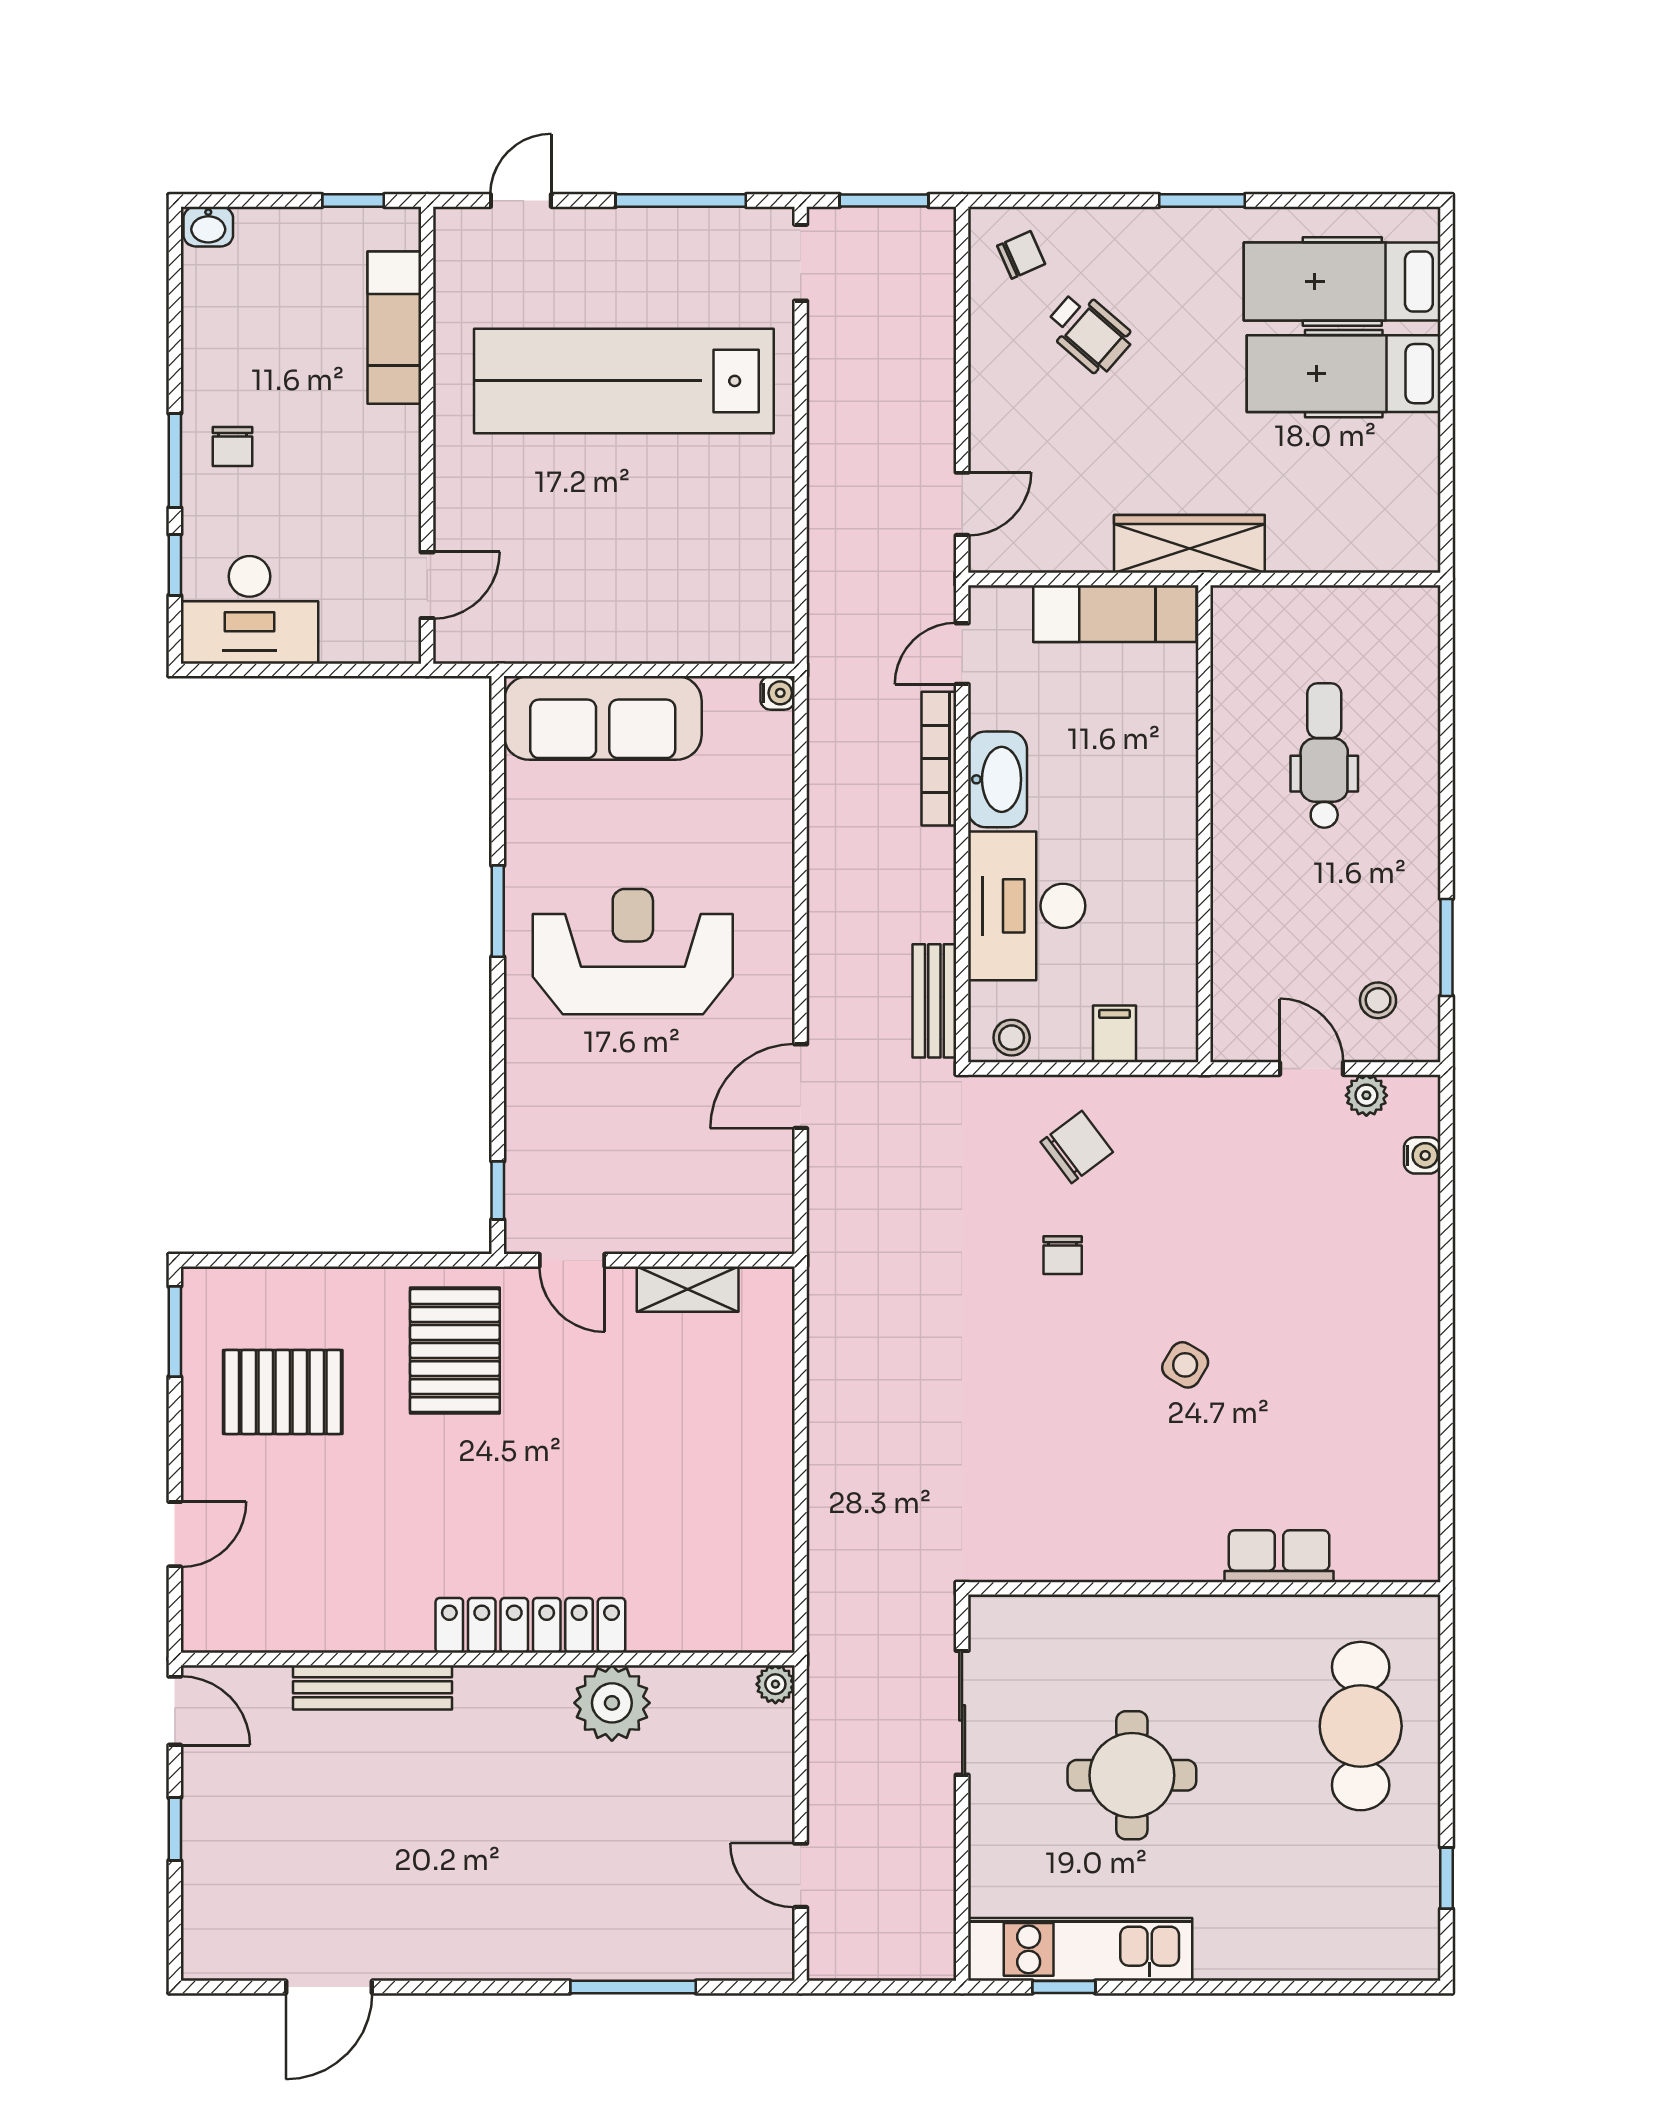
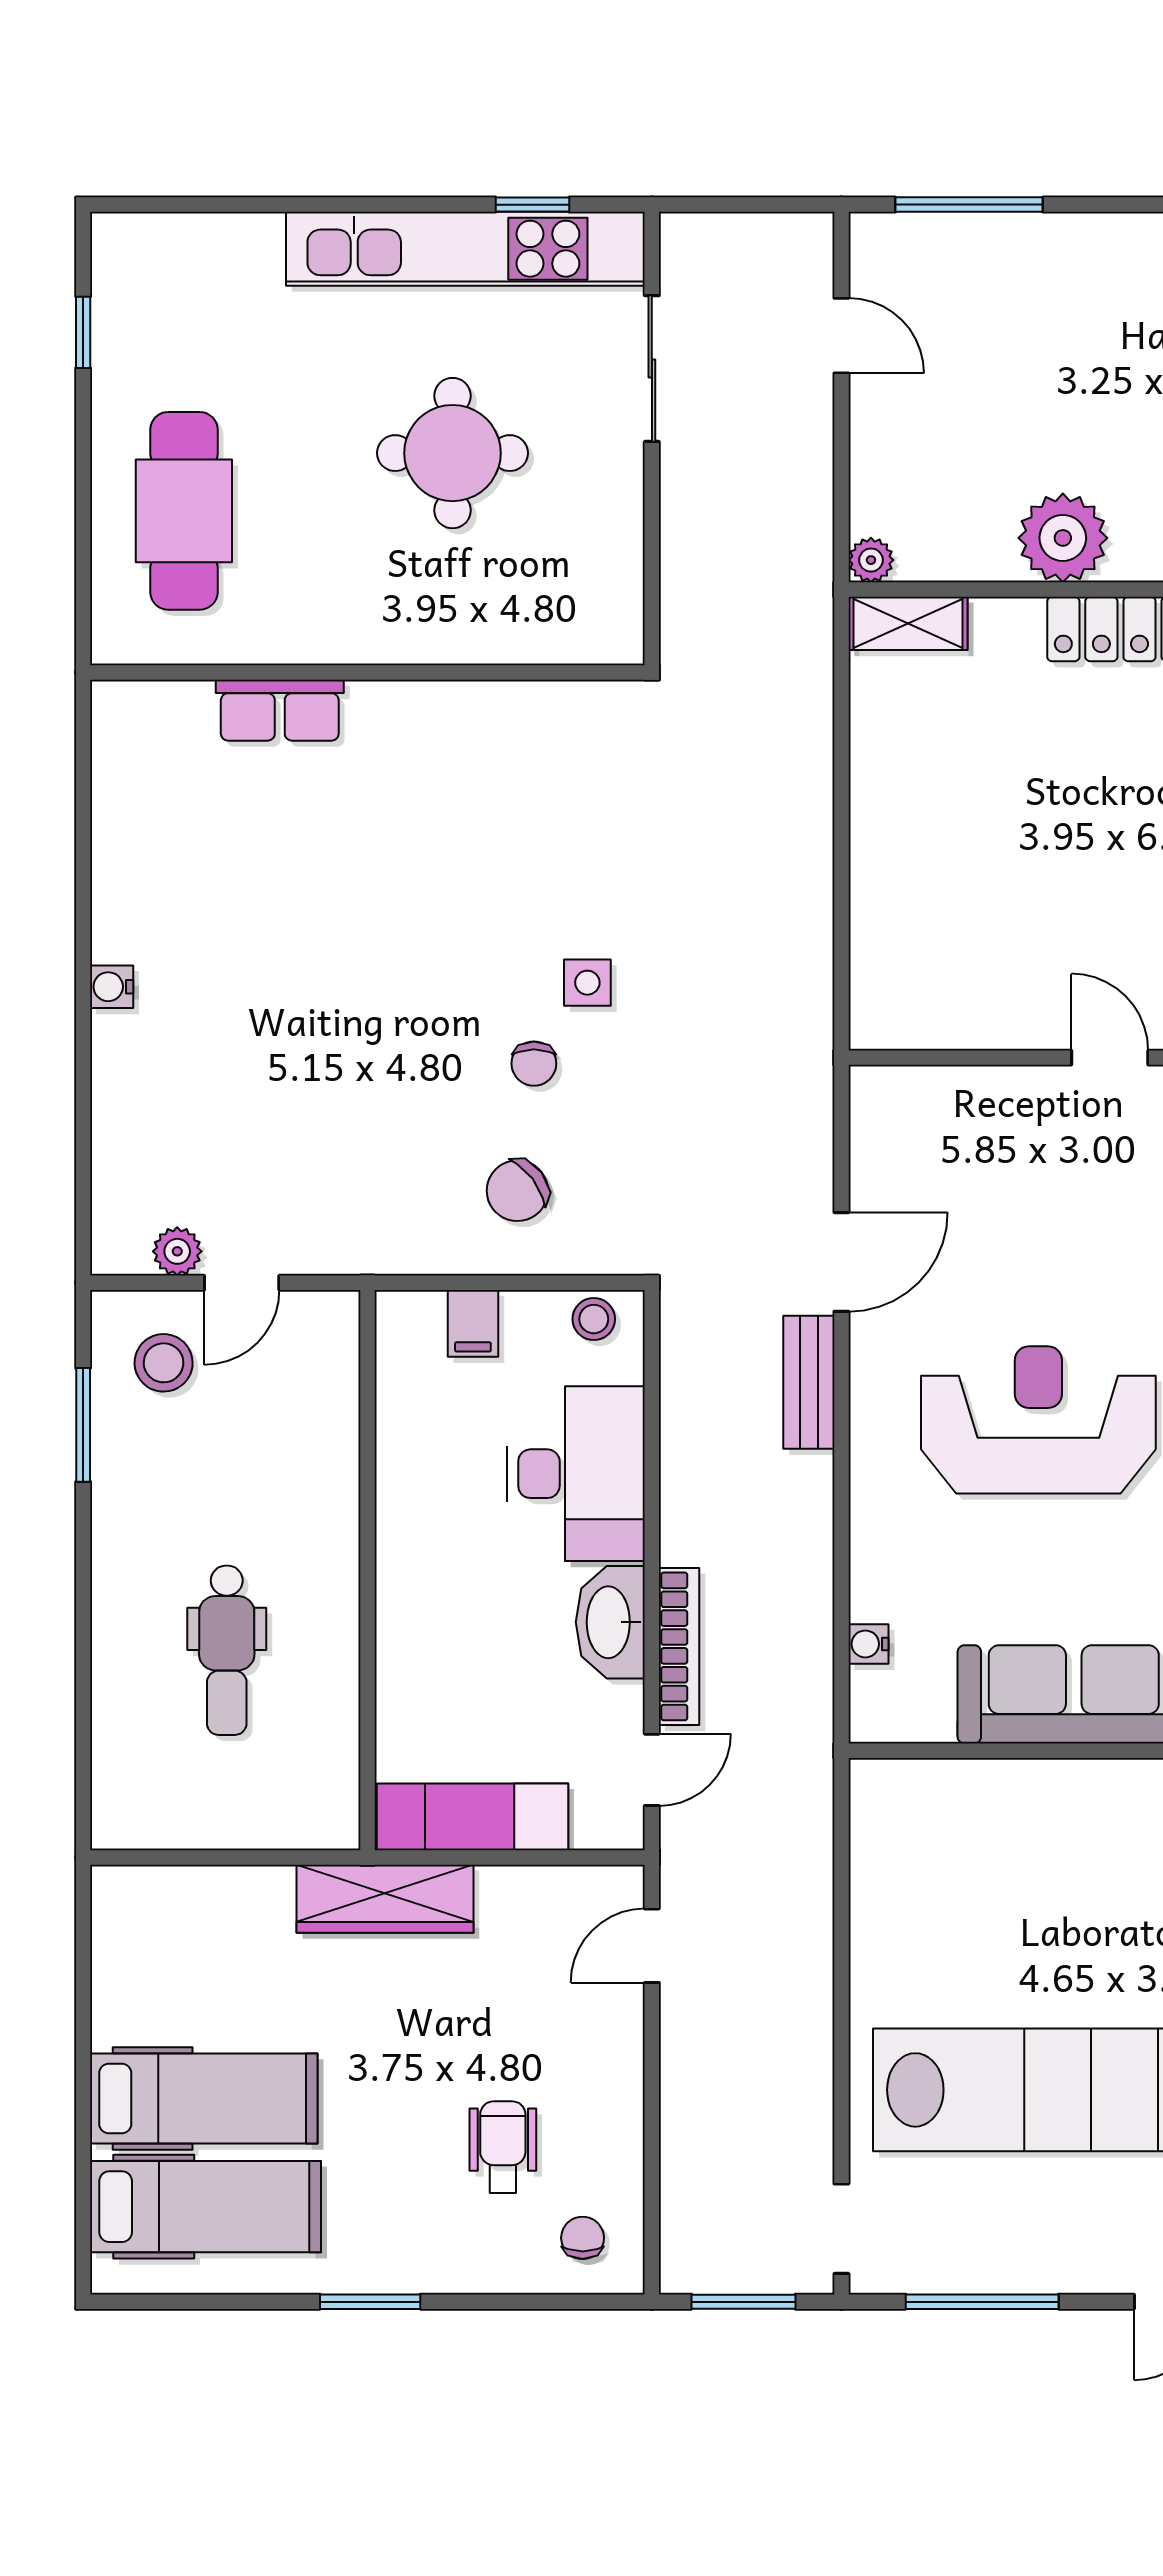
chair: (1021, 255) -> (583, 2238), turned 114
wheelchair: (1089, 332) -> (503, 2147), turned 49
water cooler: (778, 693) -> (868, 1644), moved
reception desk: (633, 952) -> (1038, 1420), turned 180
stool: (1378, 1000) -> (164, 1363), width x1.37, depth x1.37
bench: (934, 1001) -> (809, 1382), moved
door: (1311, 1069) -> (242, 1283), hinge flipped
water cooler: (1422, 1155) -> (112, 987), moved
chair: (1063, 1255) -> (534, 1064), turned 180
shelving: (688, 1289) -> (908, 623), moved
side table: (1185, 1365) -> (587, 983), moved, turned -31
sliding door: (962, 1713) -> (652, 369), moved
kitchen unit: (1080, 1949) -> (465, 249), width x1.36
window: (633, 1987) -> (969, 205), moved

